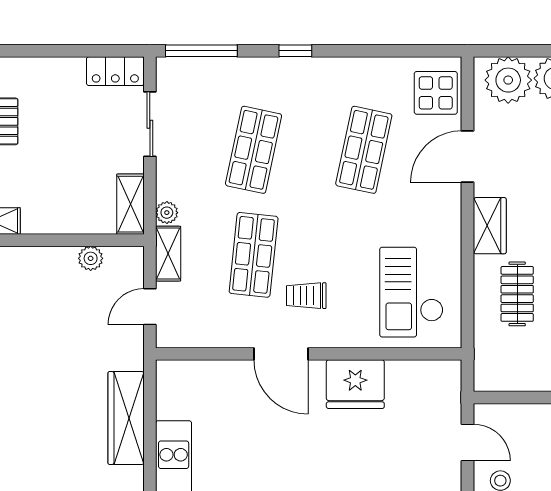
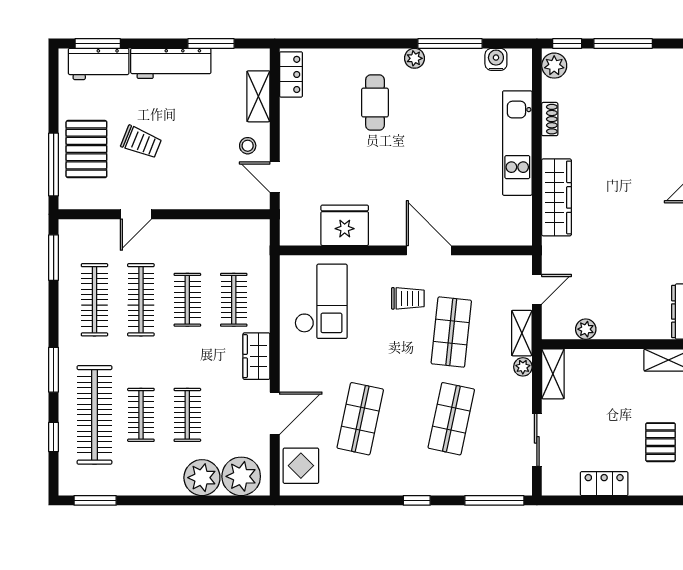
locker: (115, 71) -> (604, 484), moved
fridge: (355, 384) -> (345, 225), moved

